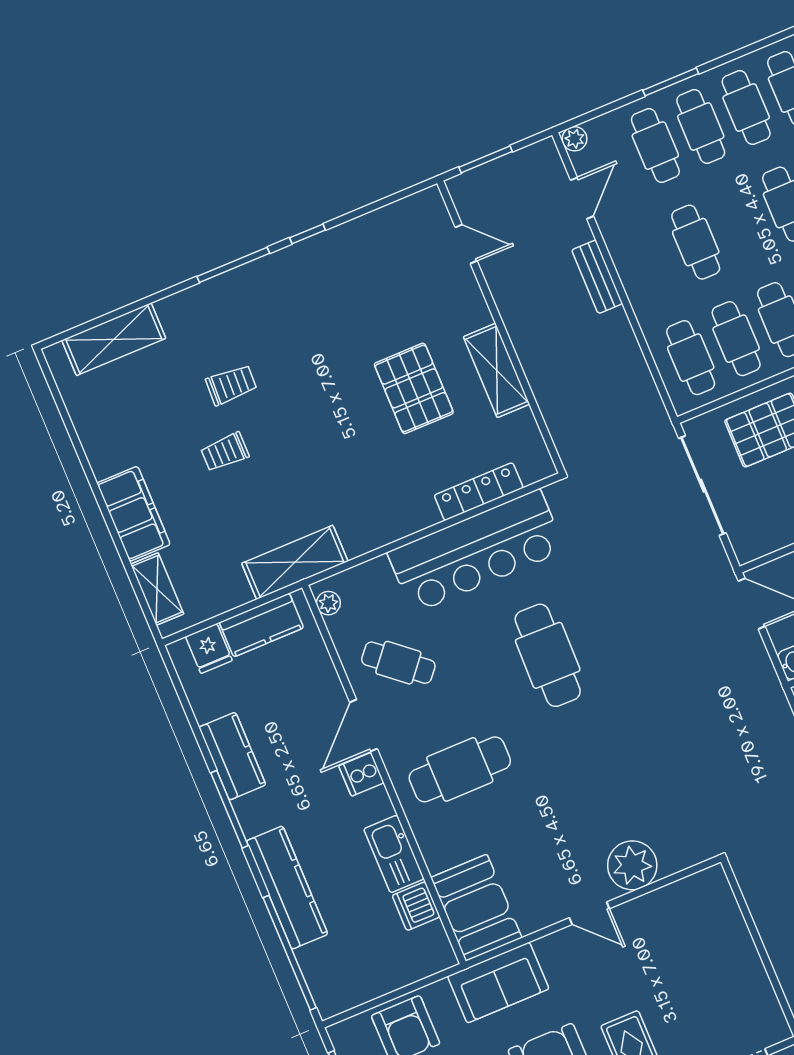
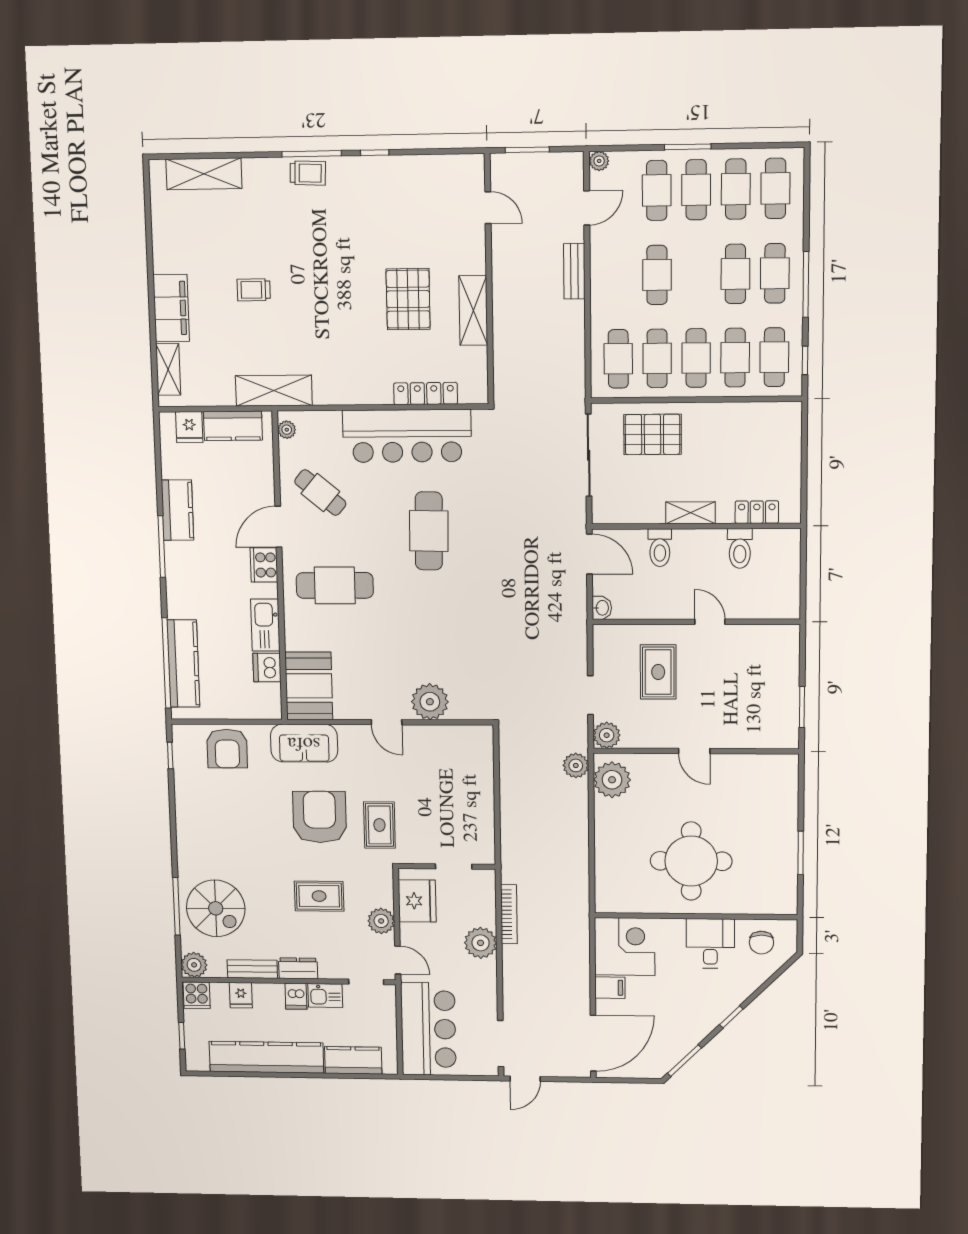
trolley: (231, 385) -> (308, 173), moved
cooker: (361, 774) -> (264, 565), width x1.36
kitchen counter: (287, 888) -> (183, 664), moved

